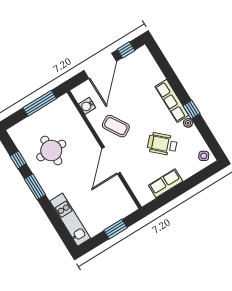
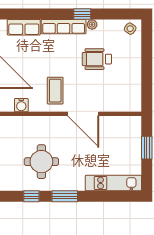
coffee table: (116, 126) -> (55, 91), turned -58
wheelchair: (162, 144) -> (97, 59), turned 47
row of seats: (166, 183) -> (24, 27), moved, turned -90

